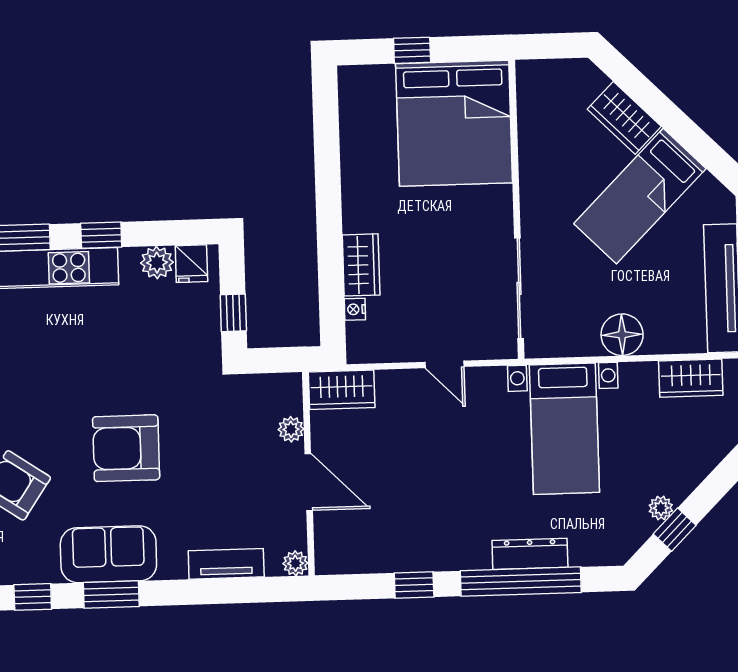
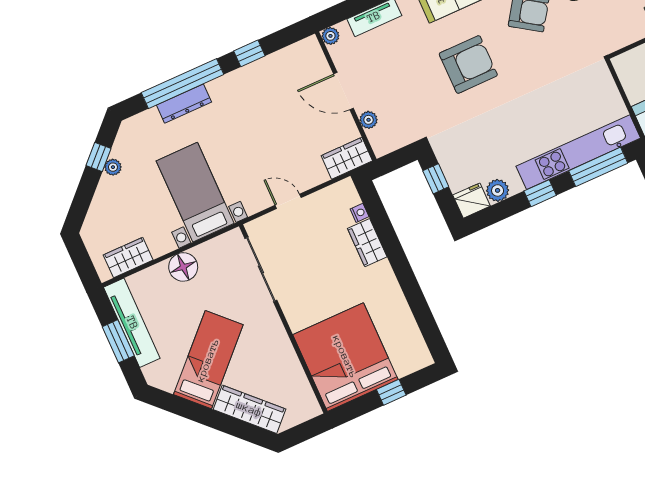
wardrobe: (624, 118) -> (249, 409), width x1.50
fridge: (191, 264) -> (472, 201), width x1.38

